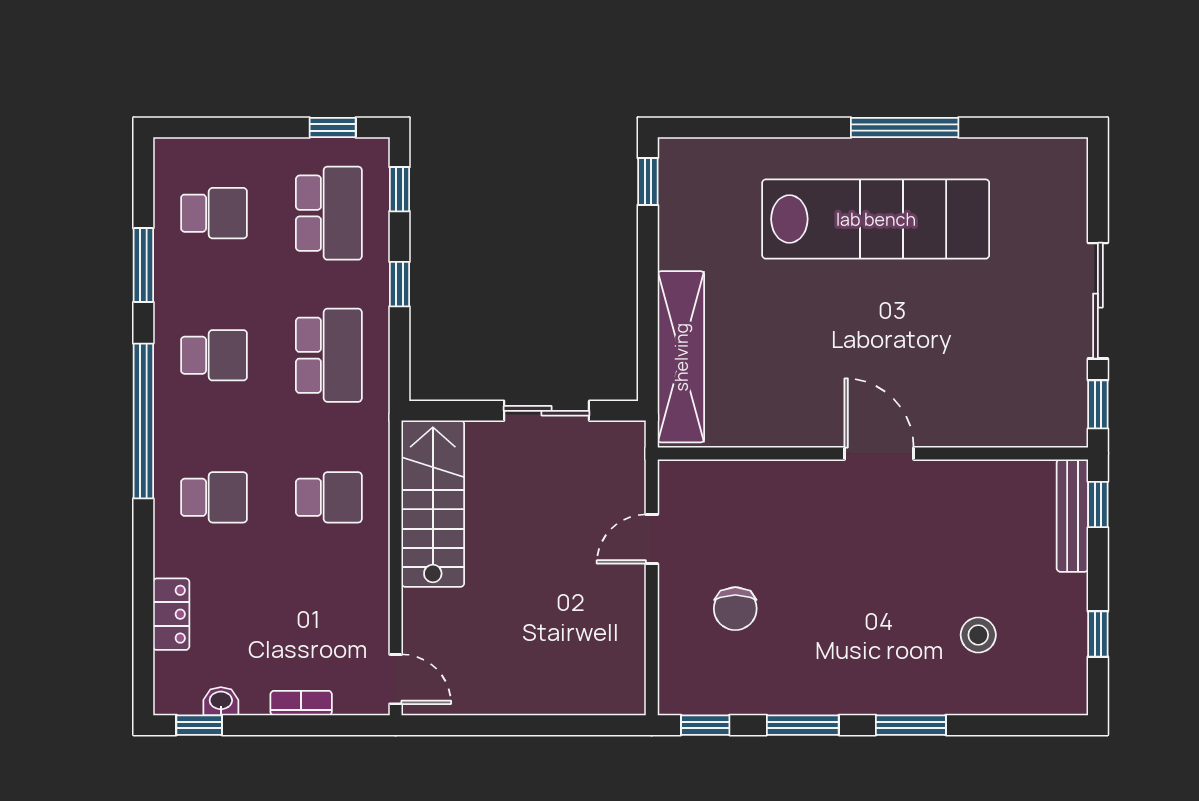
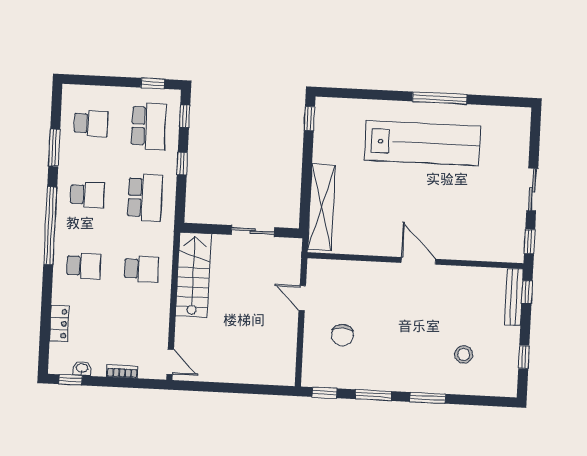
sliding door: (1098, 301) -> (532, 190), width x0.73
door: (652, 539) -> (302, 298), hinge flipped

